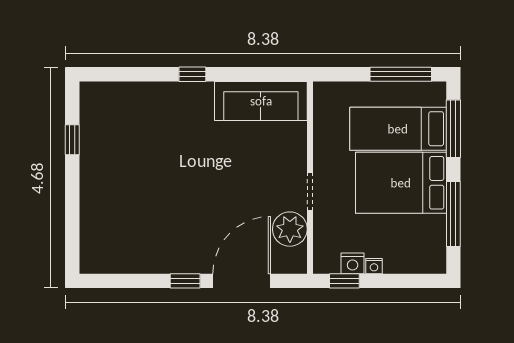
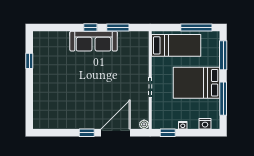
window: (246, 74) -> (118, 28), added
sofa: (261, 101) -> (94, 41), moved
bed: (398, 129) -> (176, 45), moved, turned 180
plant: (290, 229) -> (144, 124), moved, width x0.53, depth x0.53
nightstand: (353, 263) -> (205, 124), moved

